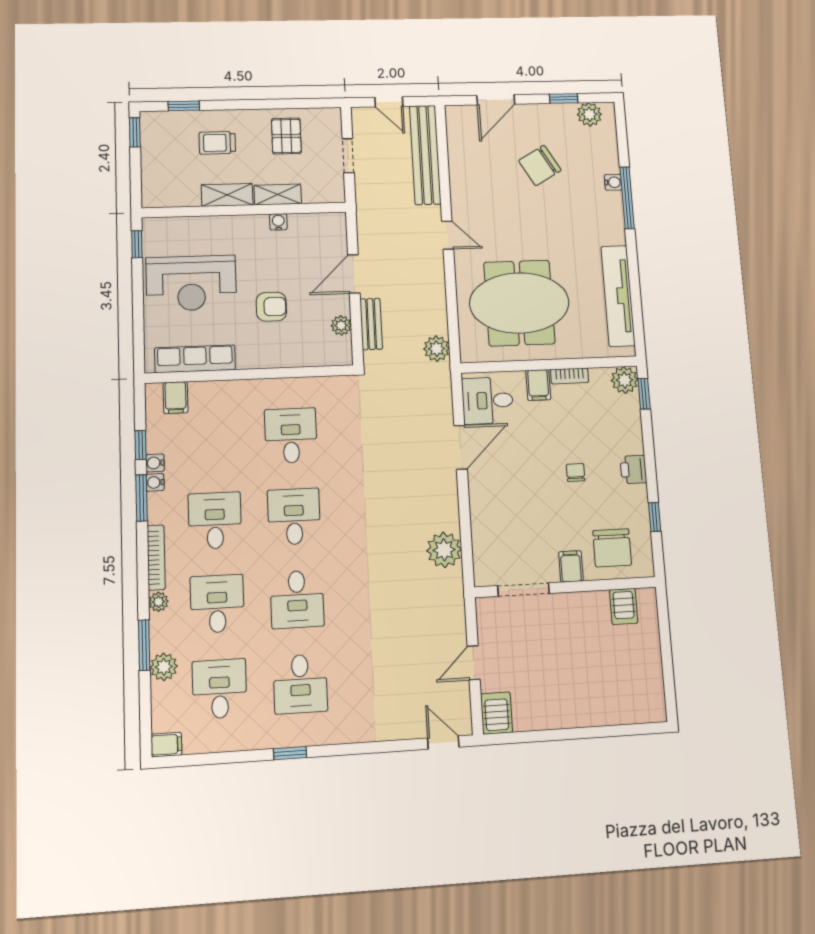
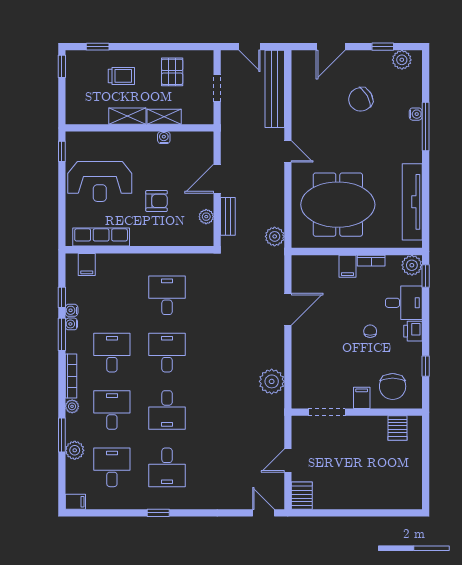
trolley: (217, 143) -> (121, 76), turned 180
desk: (488, 401) -> (404, 303), moved, turned 180

